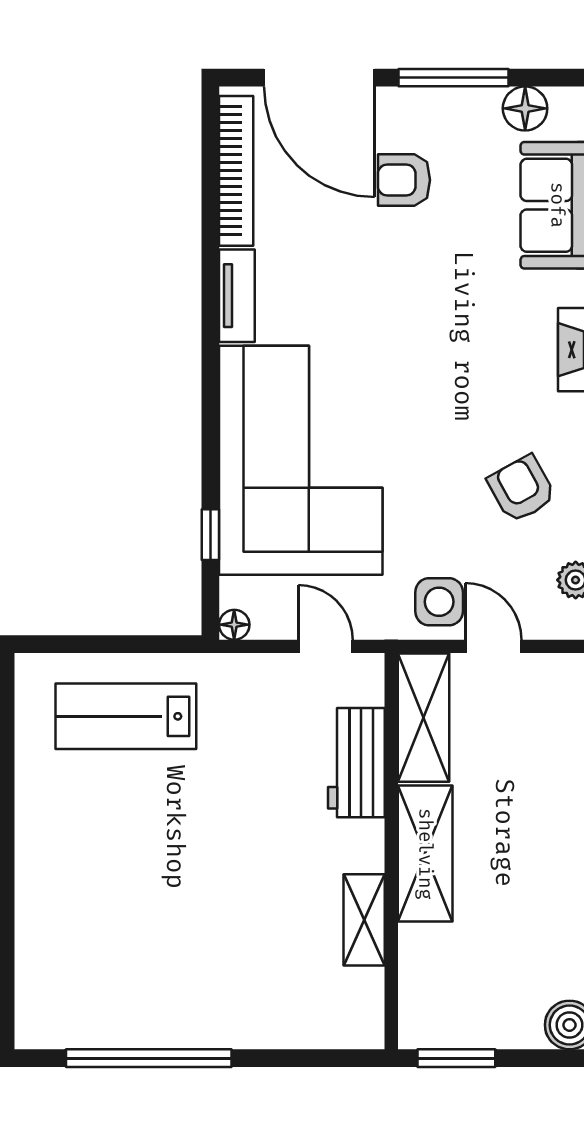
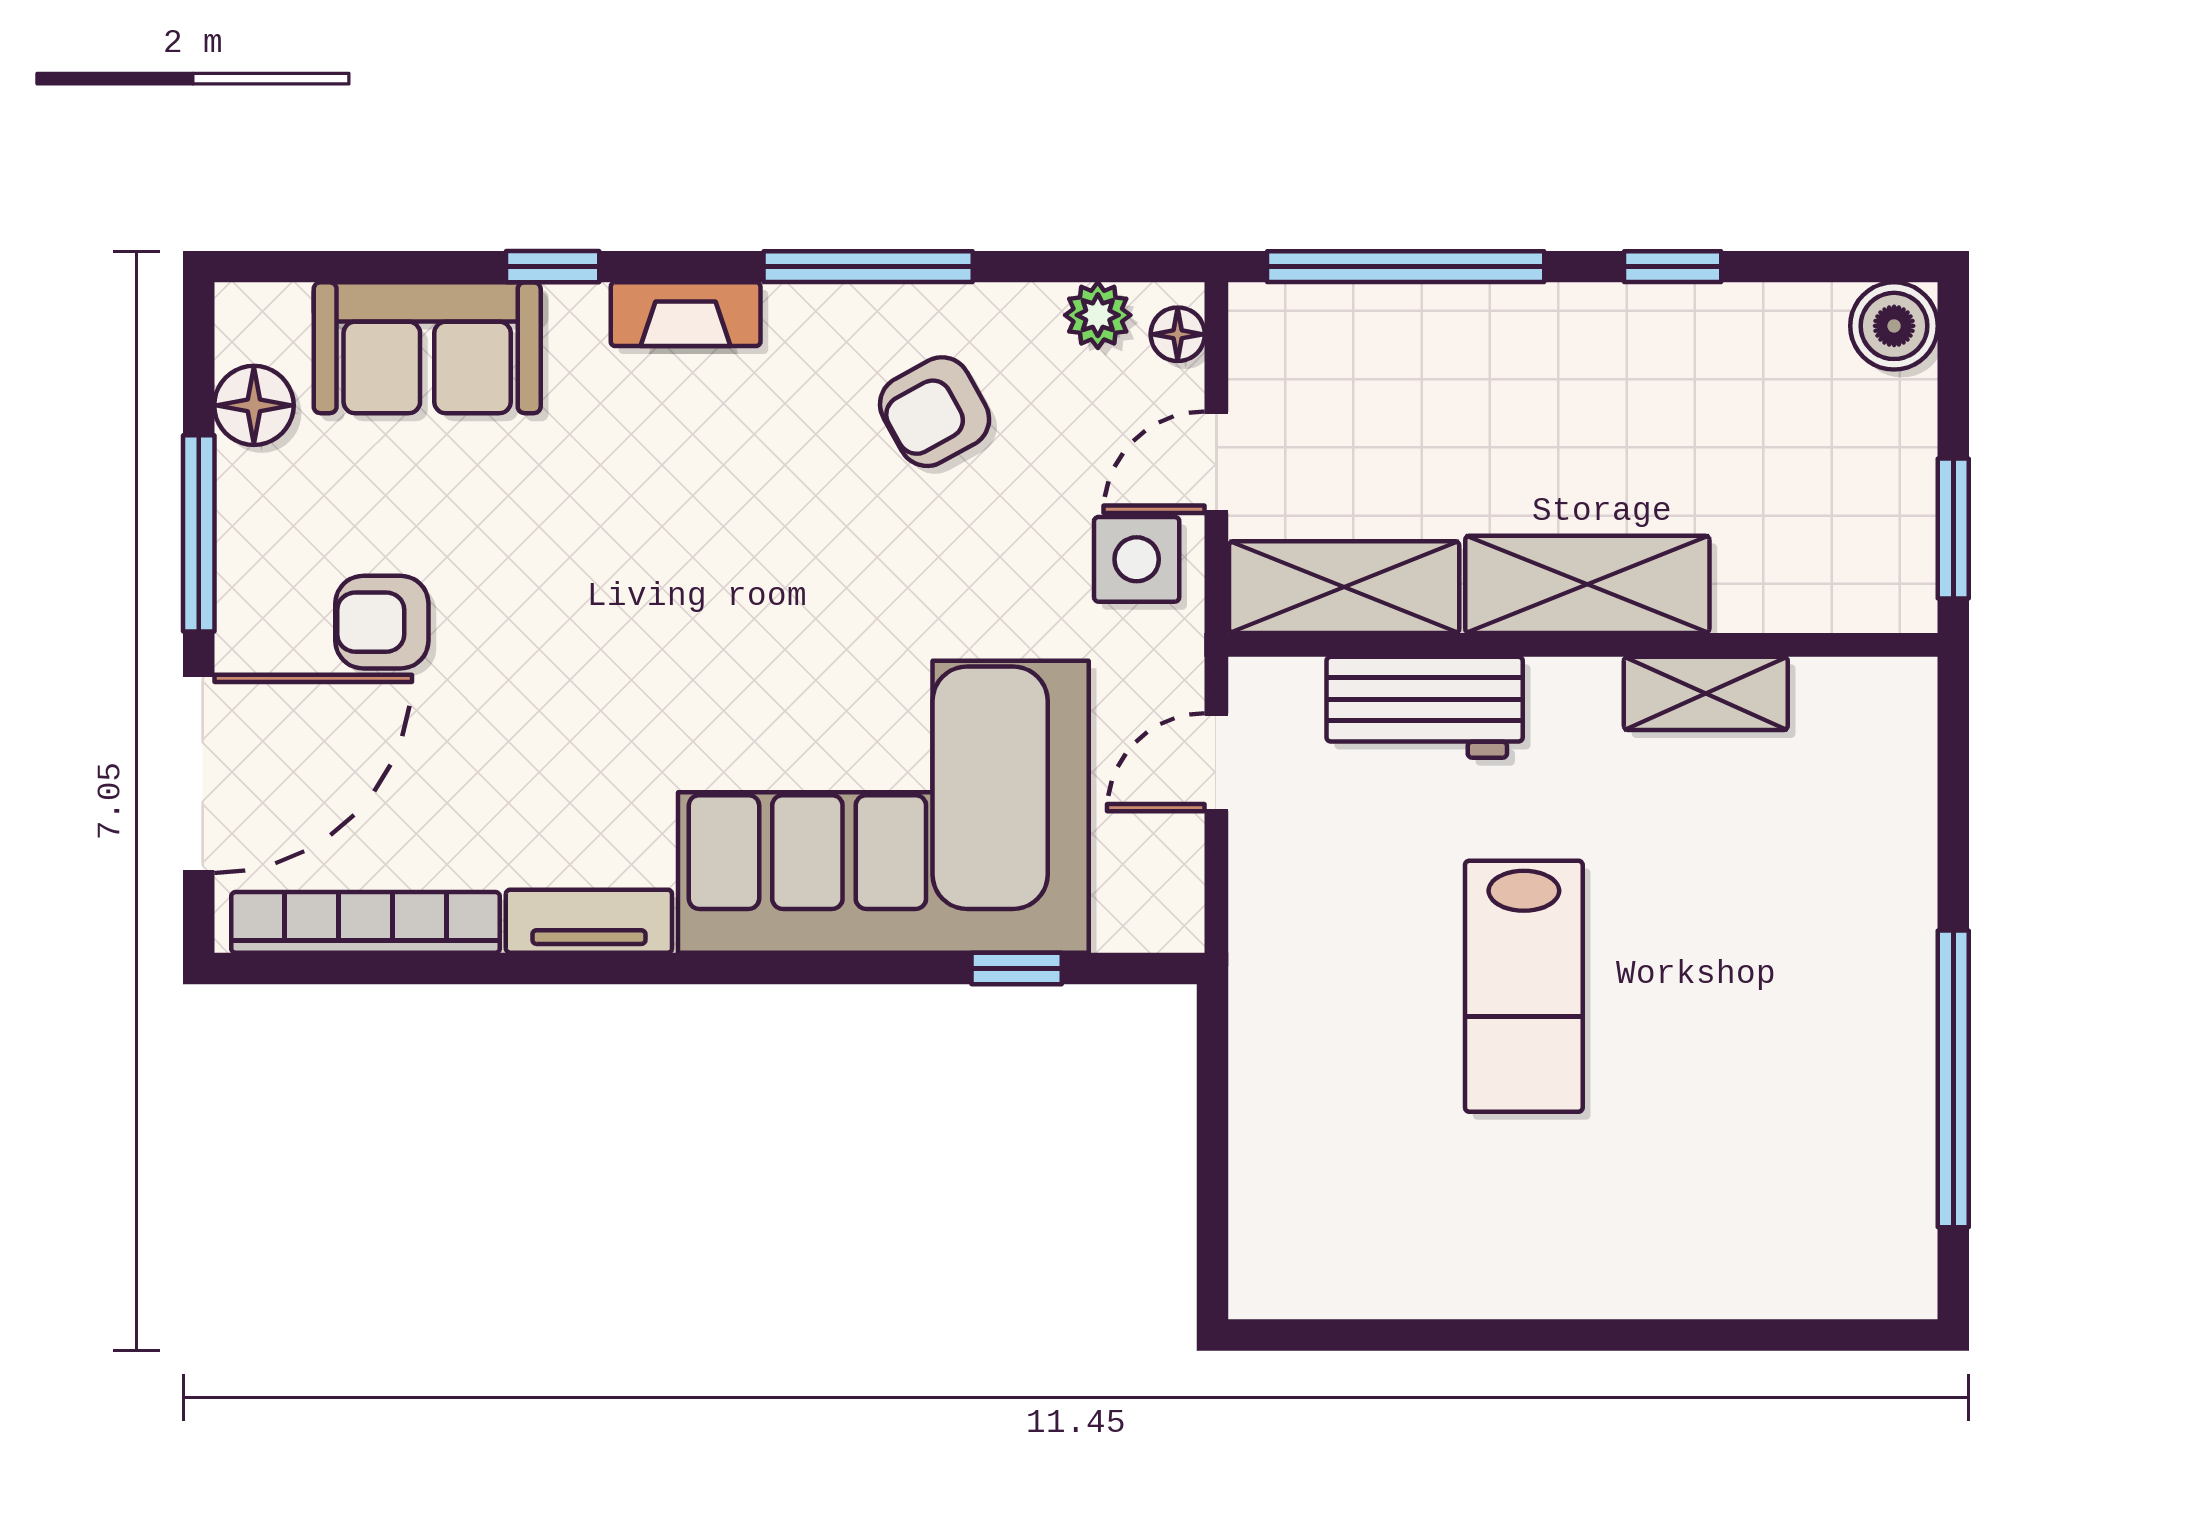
armchair: (404, 180) -> (382, 622), turned 90
floor lamp: (234, 625) -> (1178, 334), moved
lab bench: (126, 716) -> (1524, 986), moved

